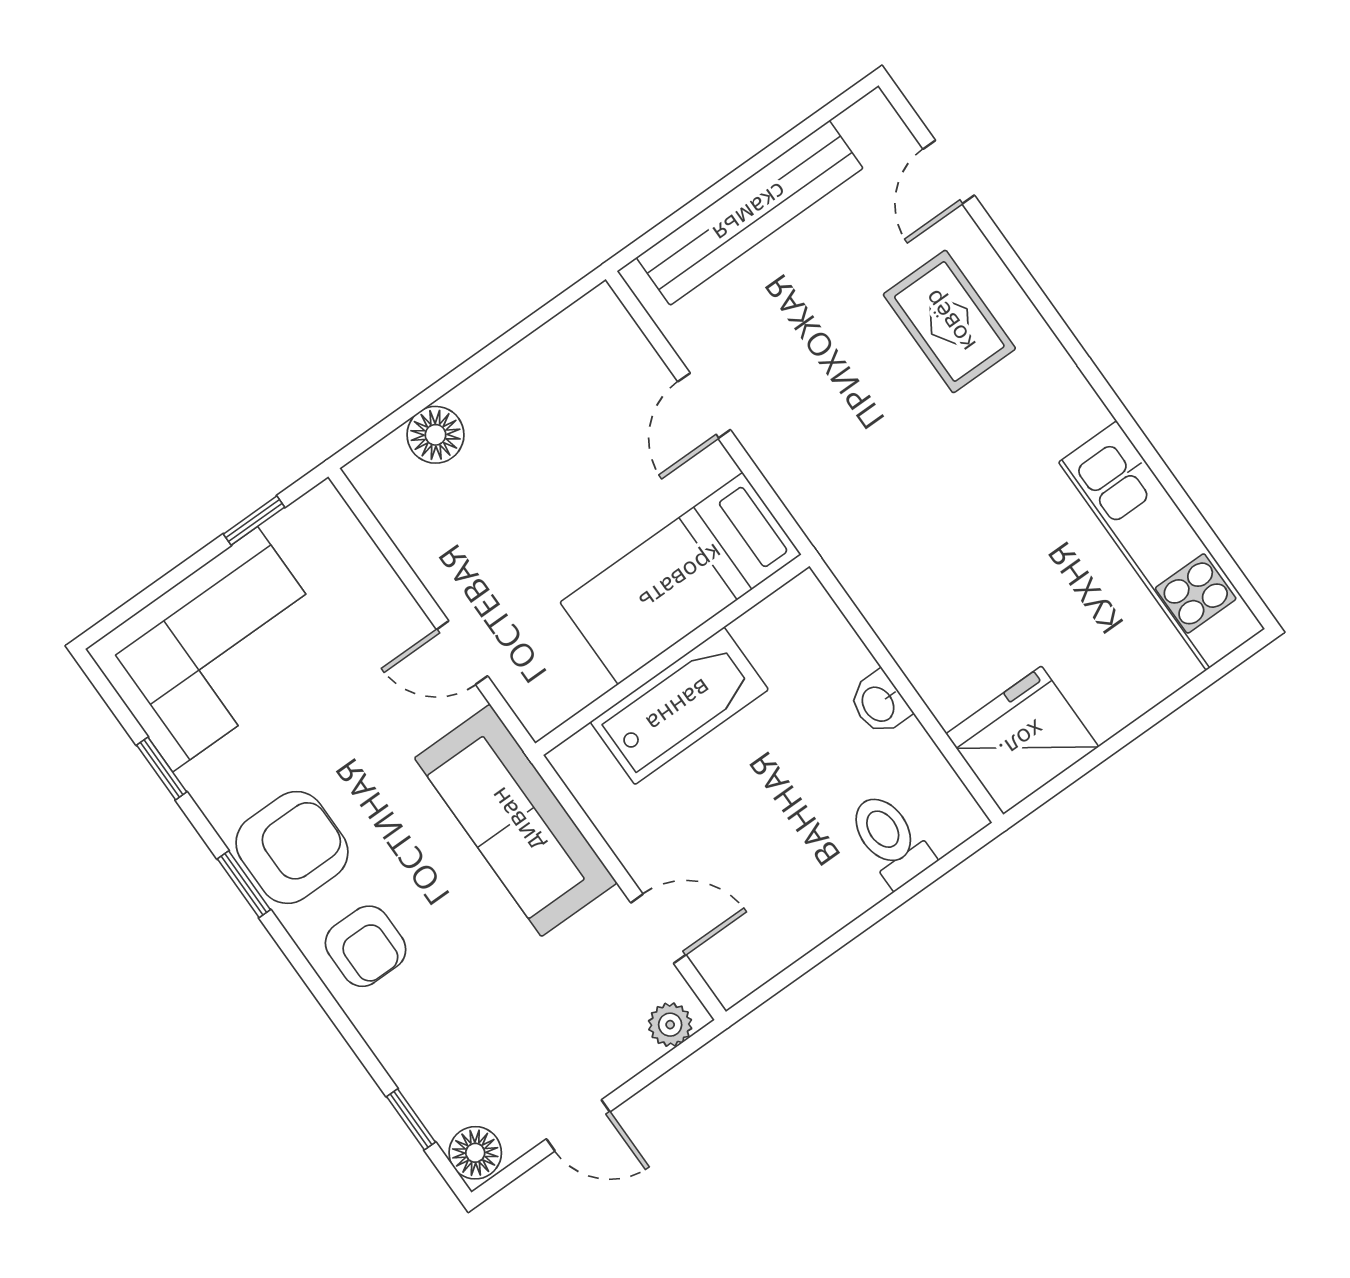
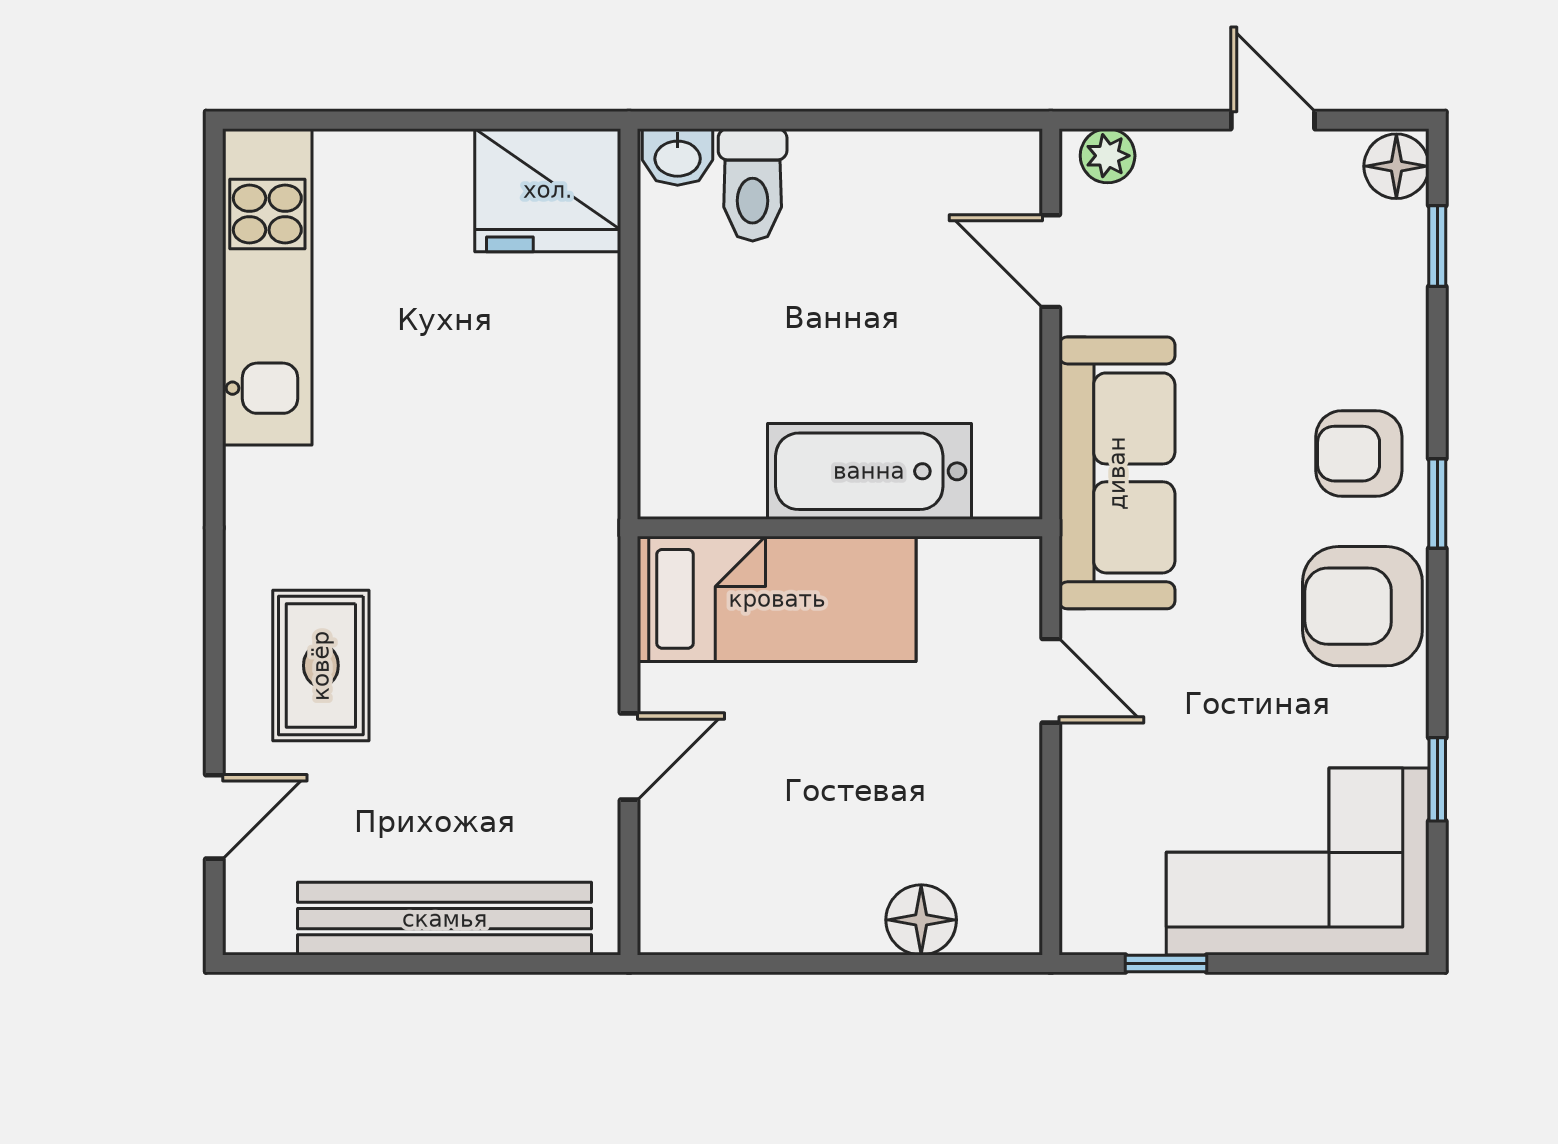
washbasin: (879, 703) -> (678, 157), moved, turned 90
window: (244, 884) -> (1437, 504), moved
armchair: (366, 946) -> (1359, 454), turned -90

